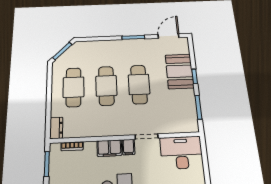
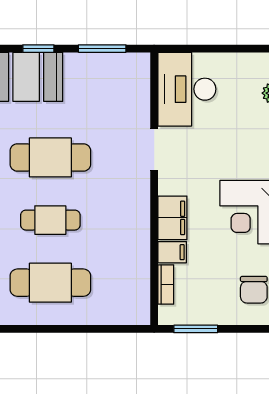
cafe table: (106, 86) -> (50, 220), width x0.73, depth x0.74
dresser: (56, 128) -> (130, 314), removed
filing cabinet: (128, 147) -> (172, 252), moved

